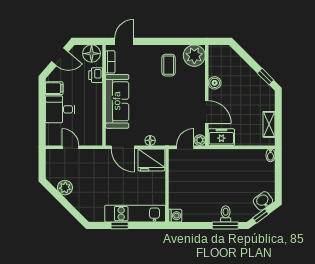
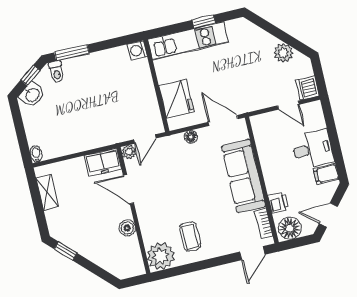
dishwasher: (53, 157) -> (307, 88), added
fridge: (151, 160) -> (176, 99), moved, turned 90
toilet: (226, 214) -> (56, 72), moved

